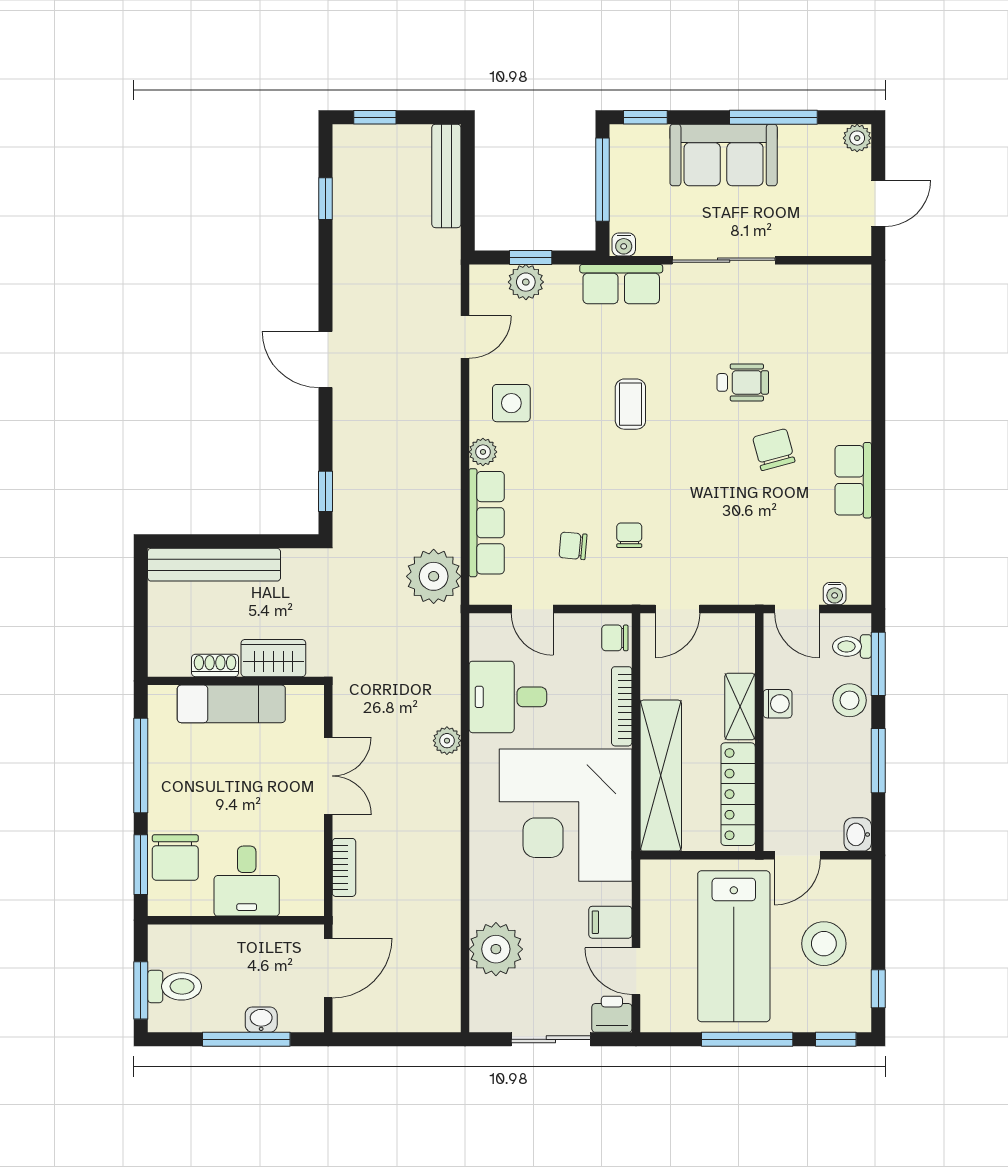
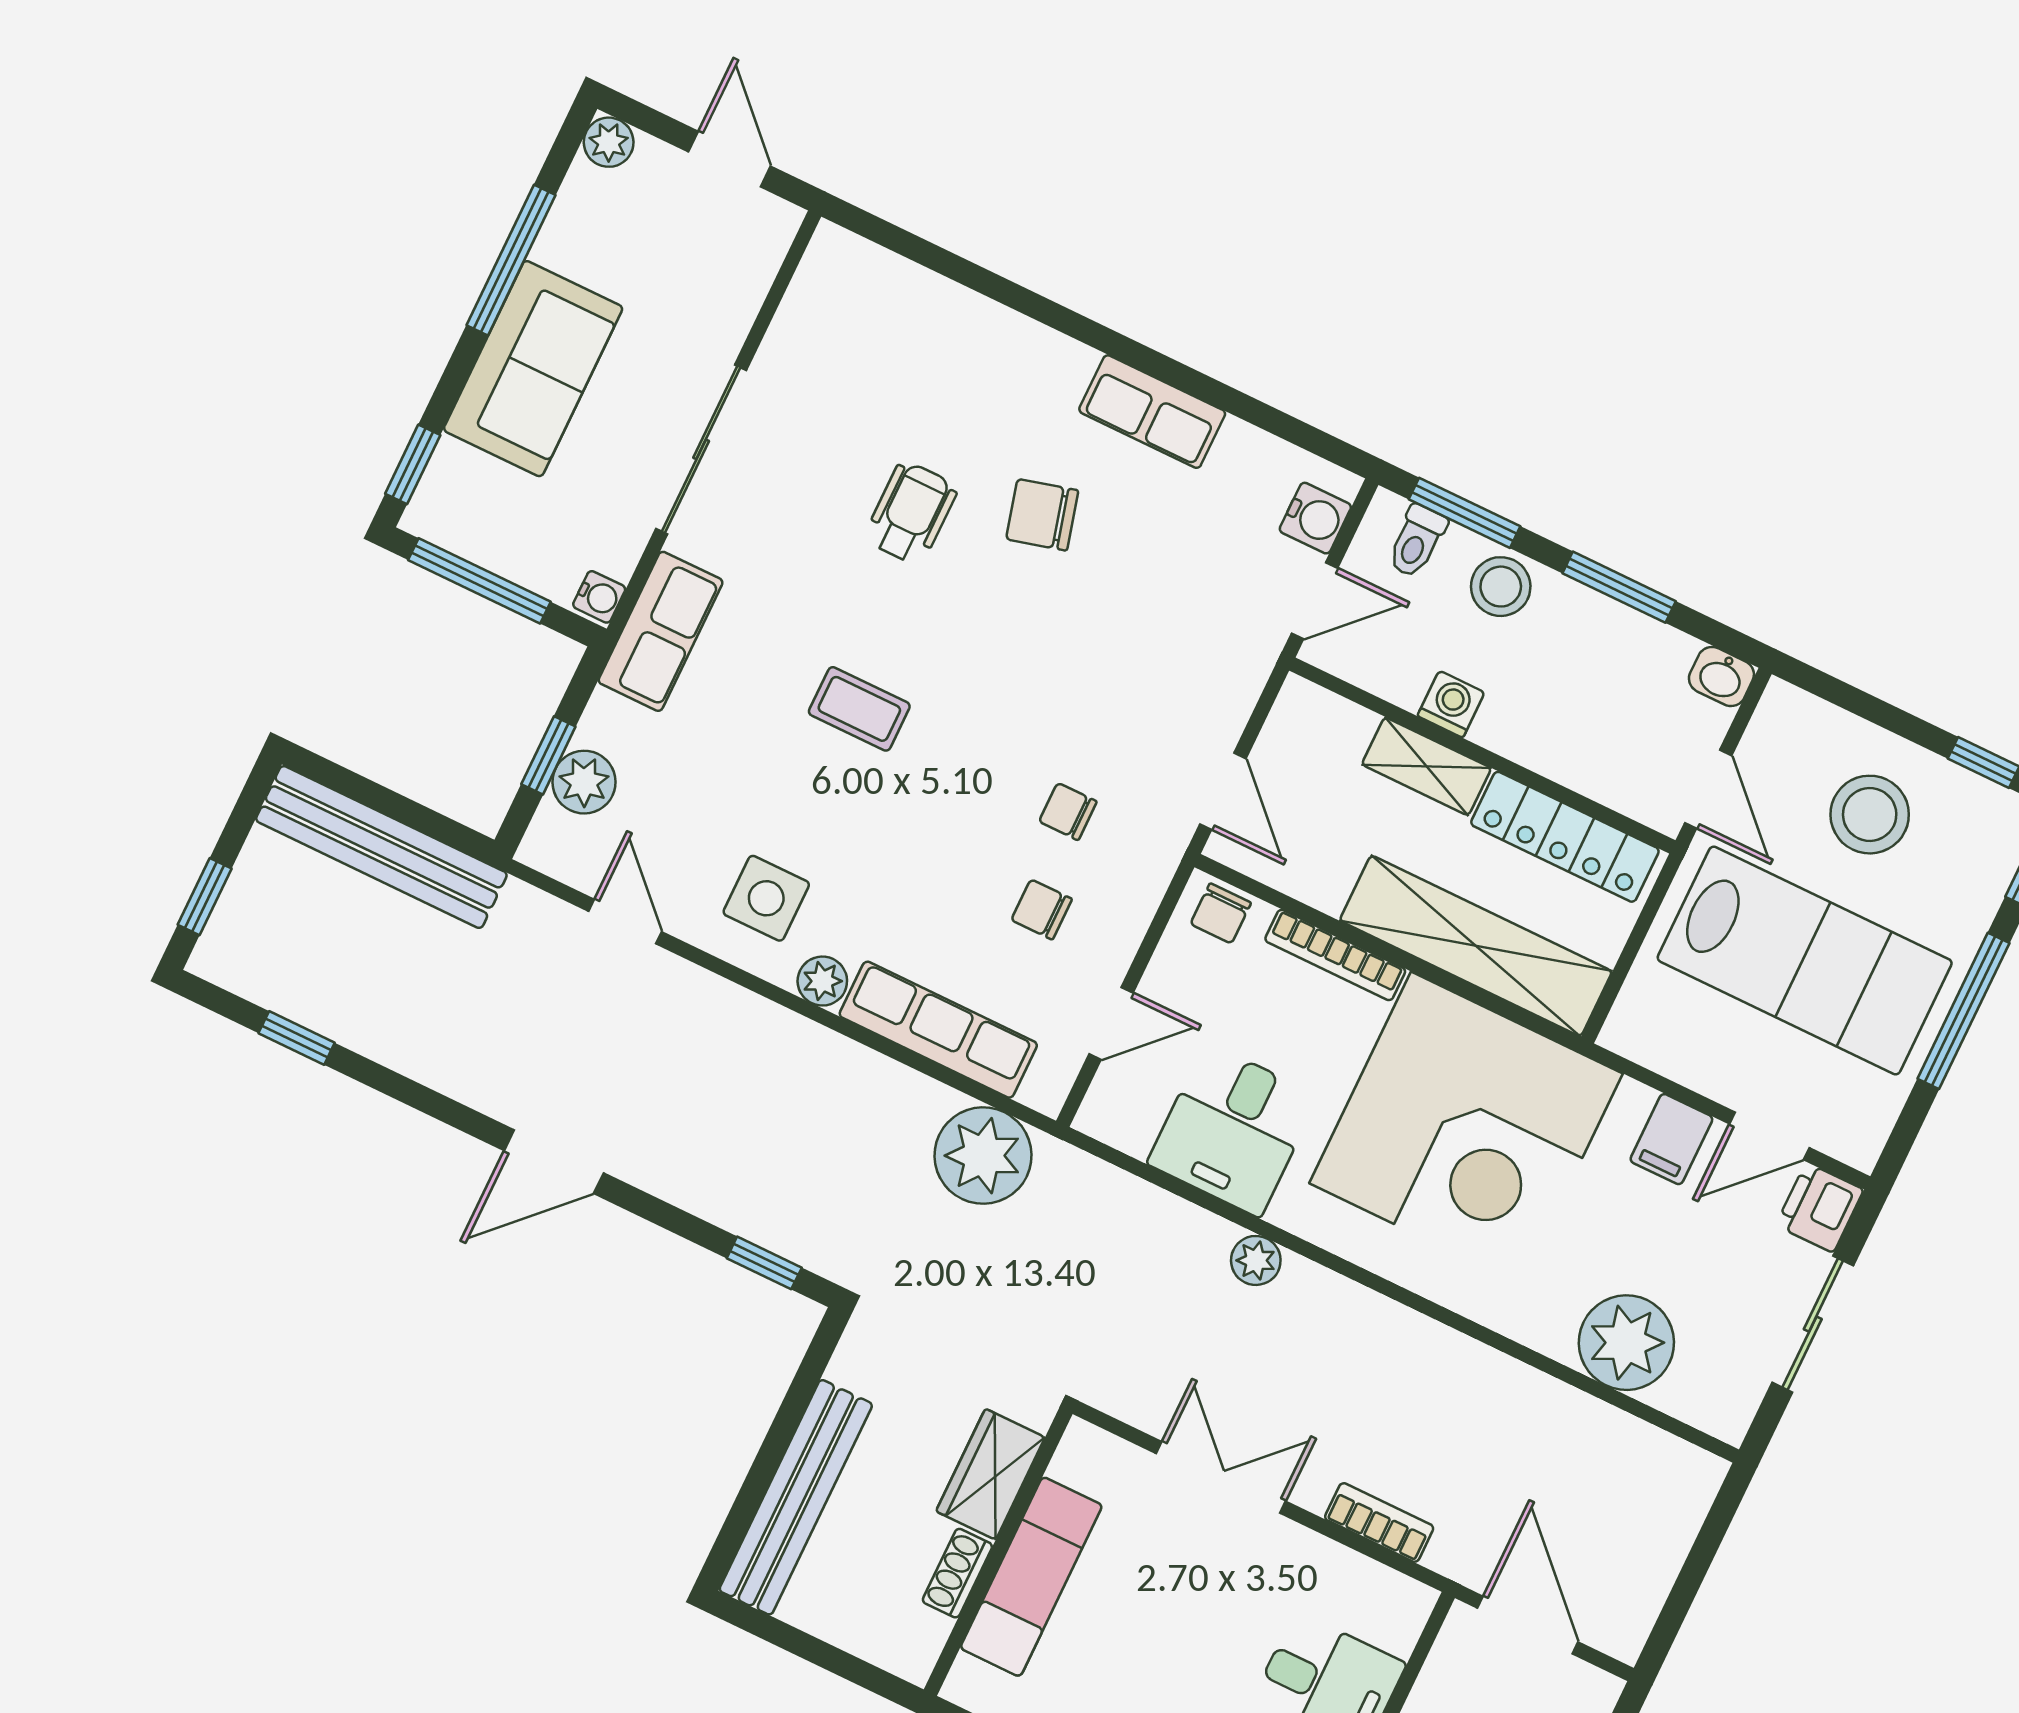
bench: (446, 176) -> (381, 847), width x1.37, depth x1.21
chair: (573, 546) -> (1042, 909), turned 85
water cooler: (835, 594) -> (1315, 518), width x1.38, depth x1.38

